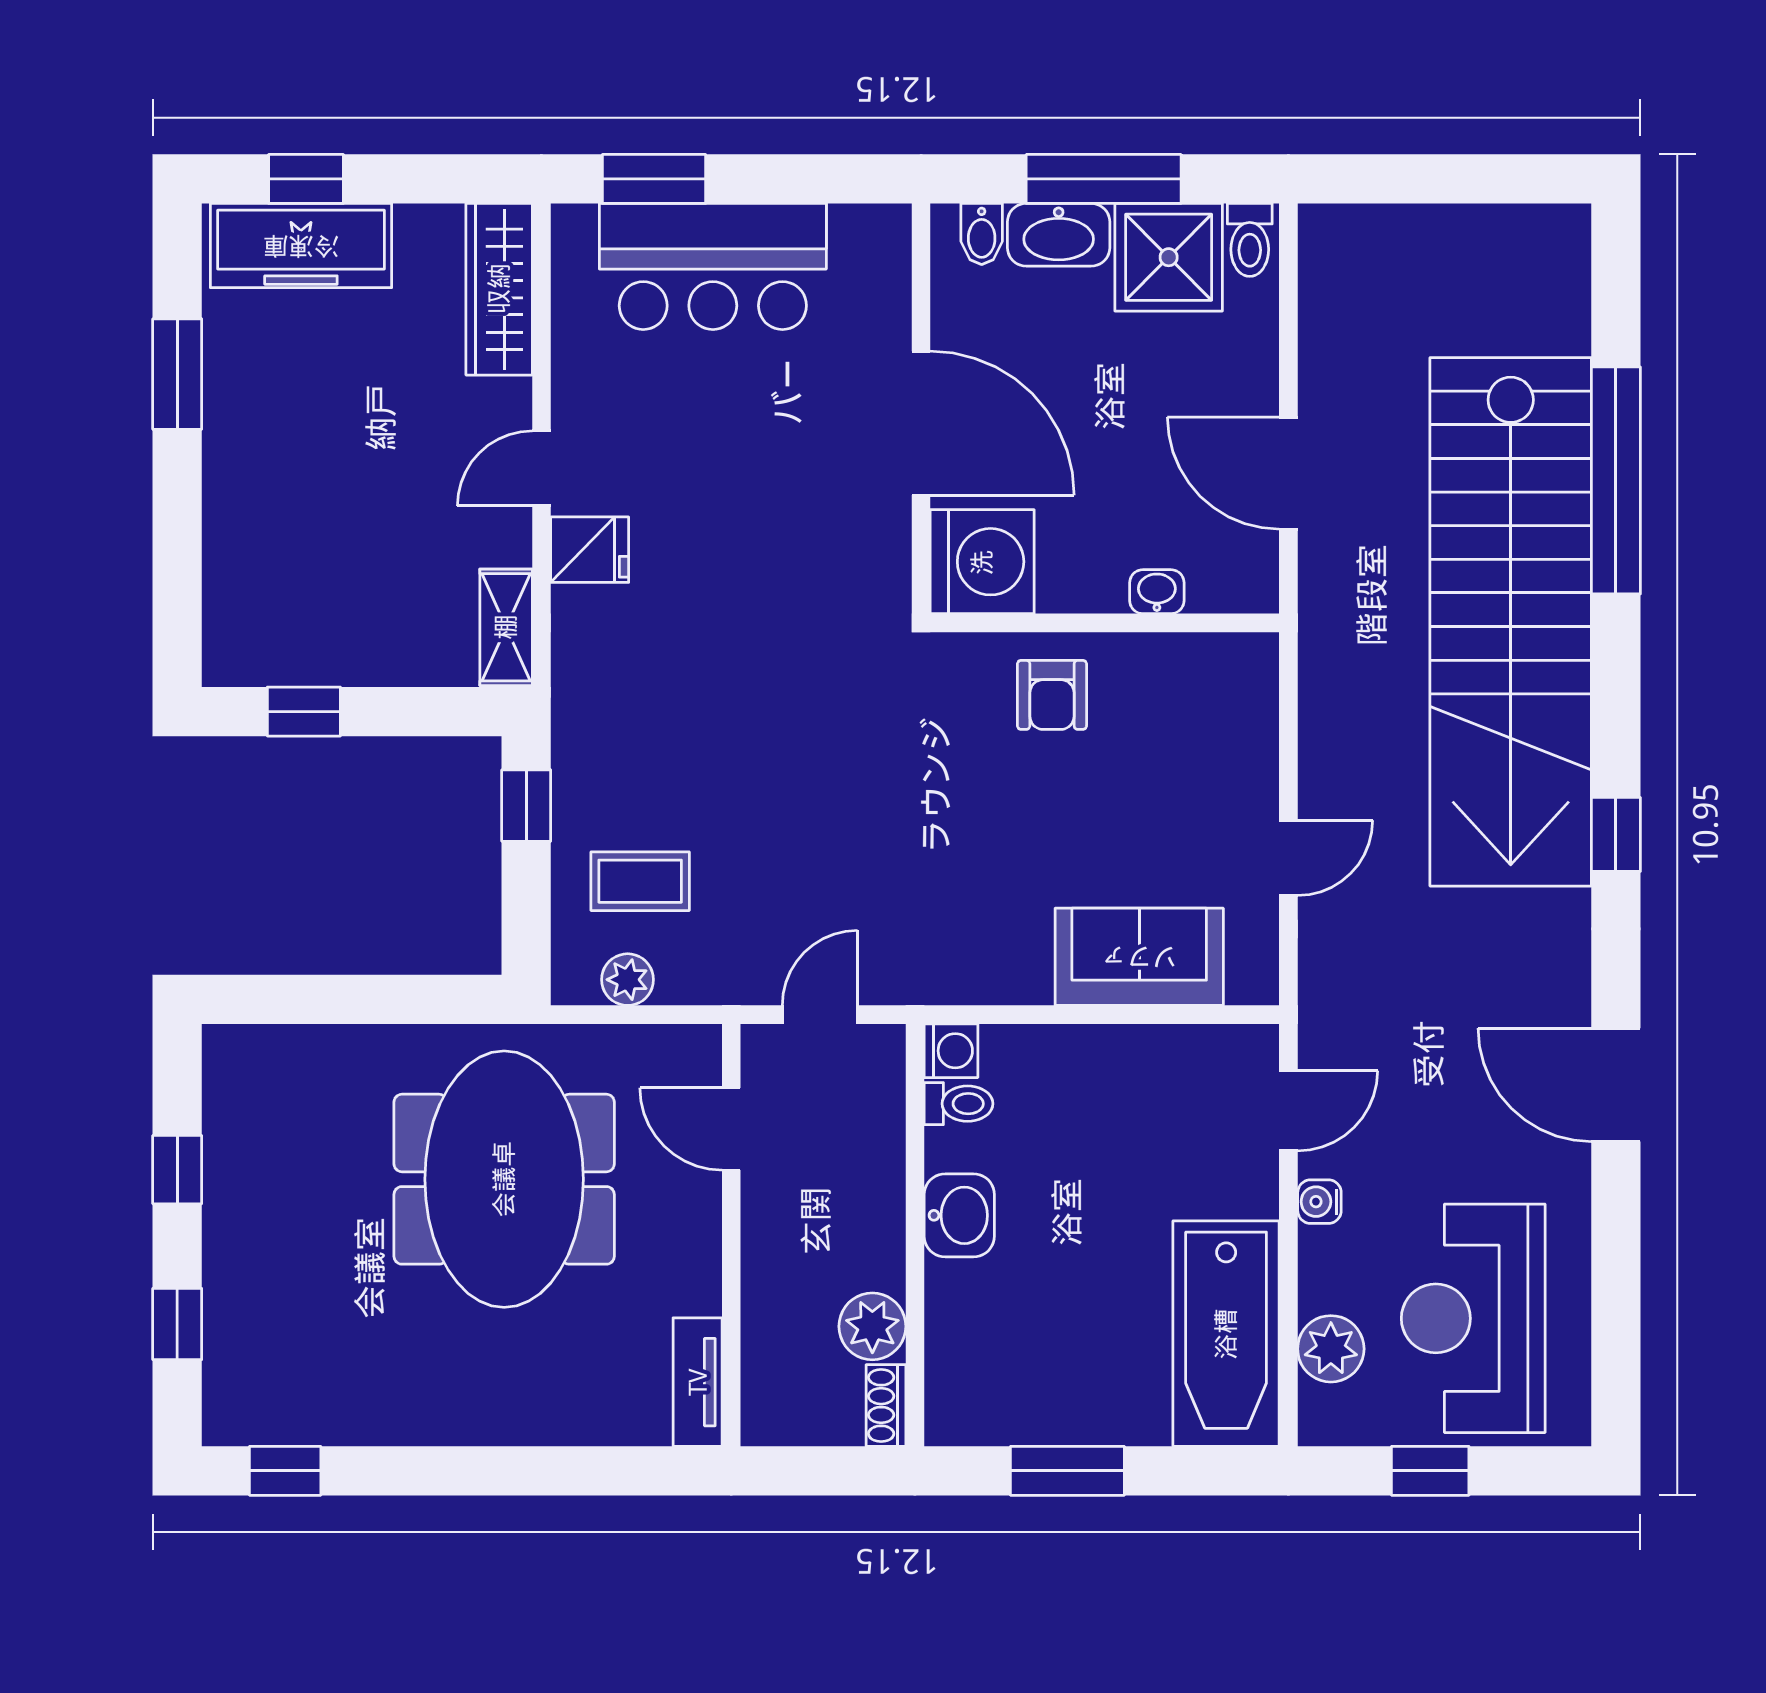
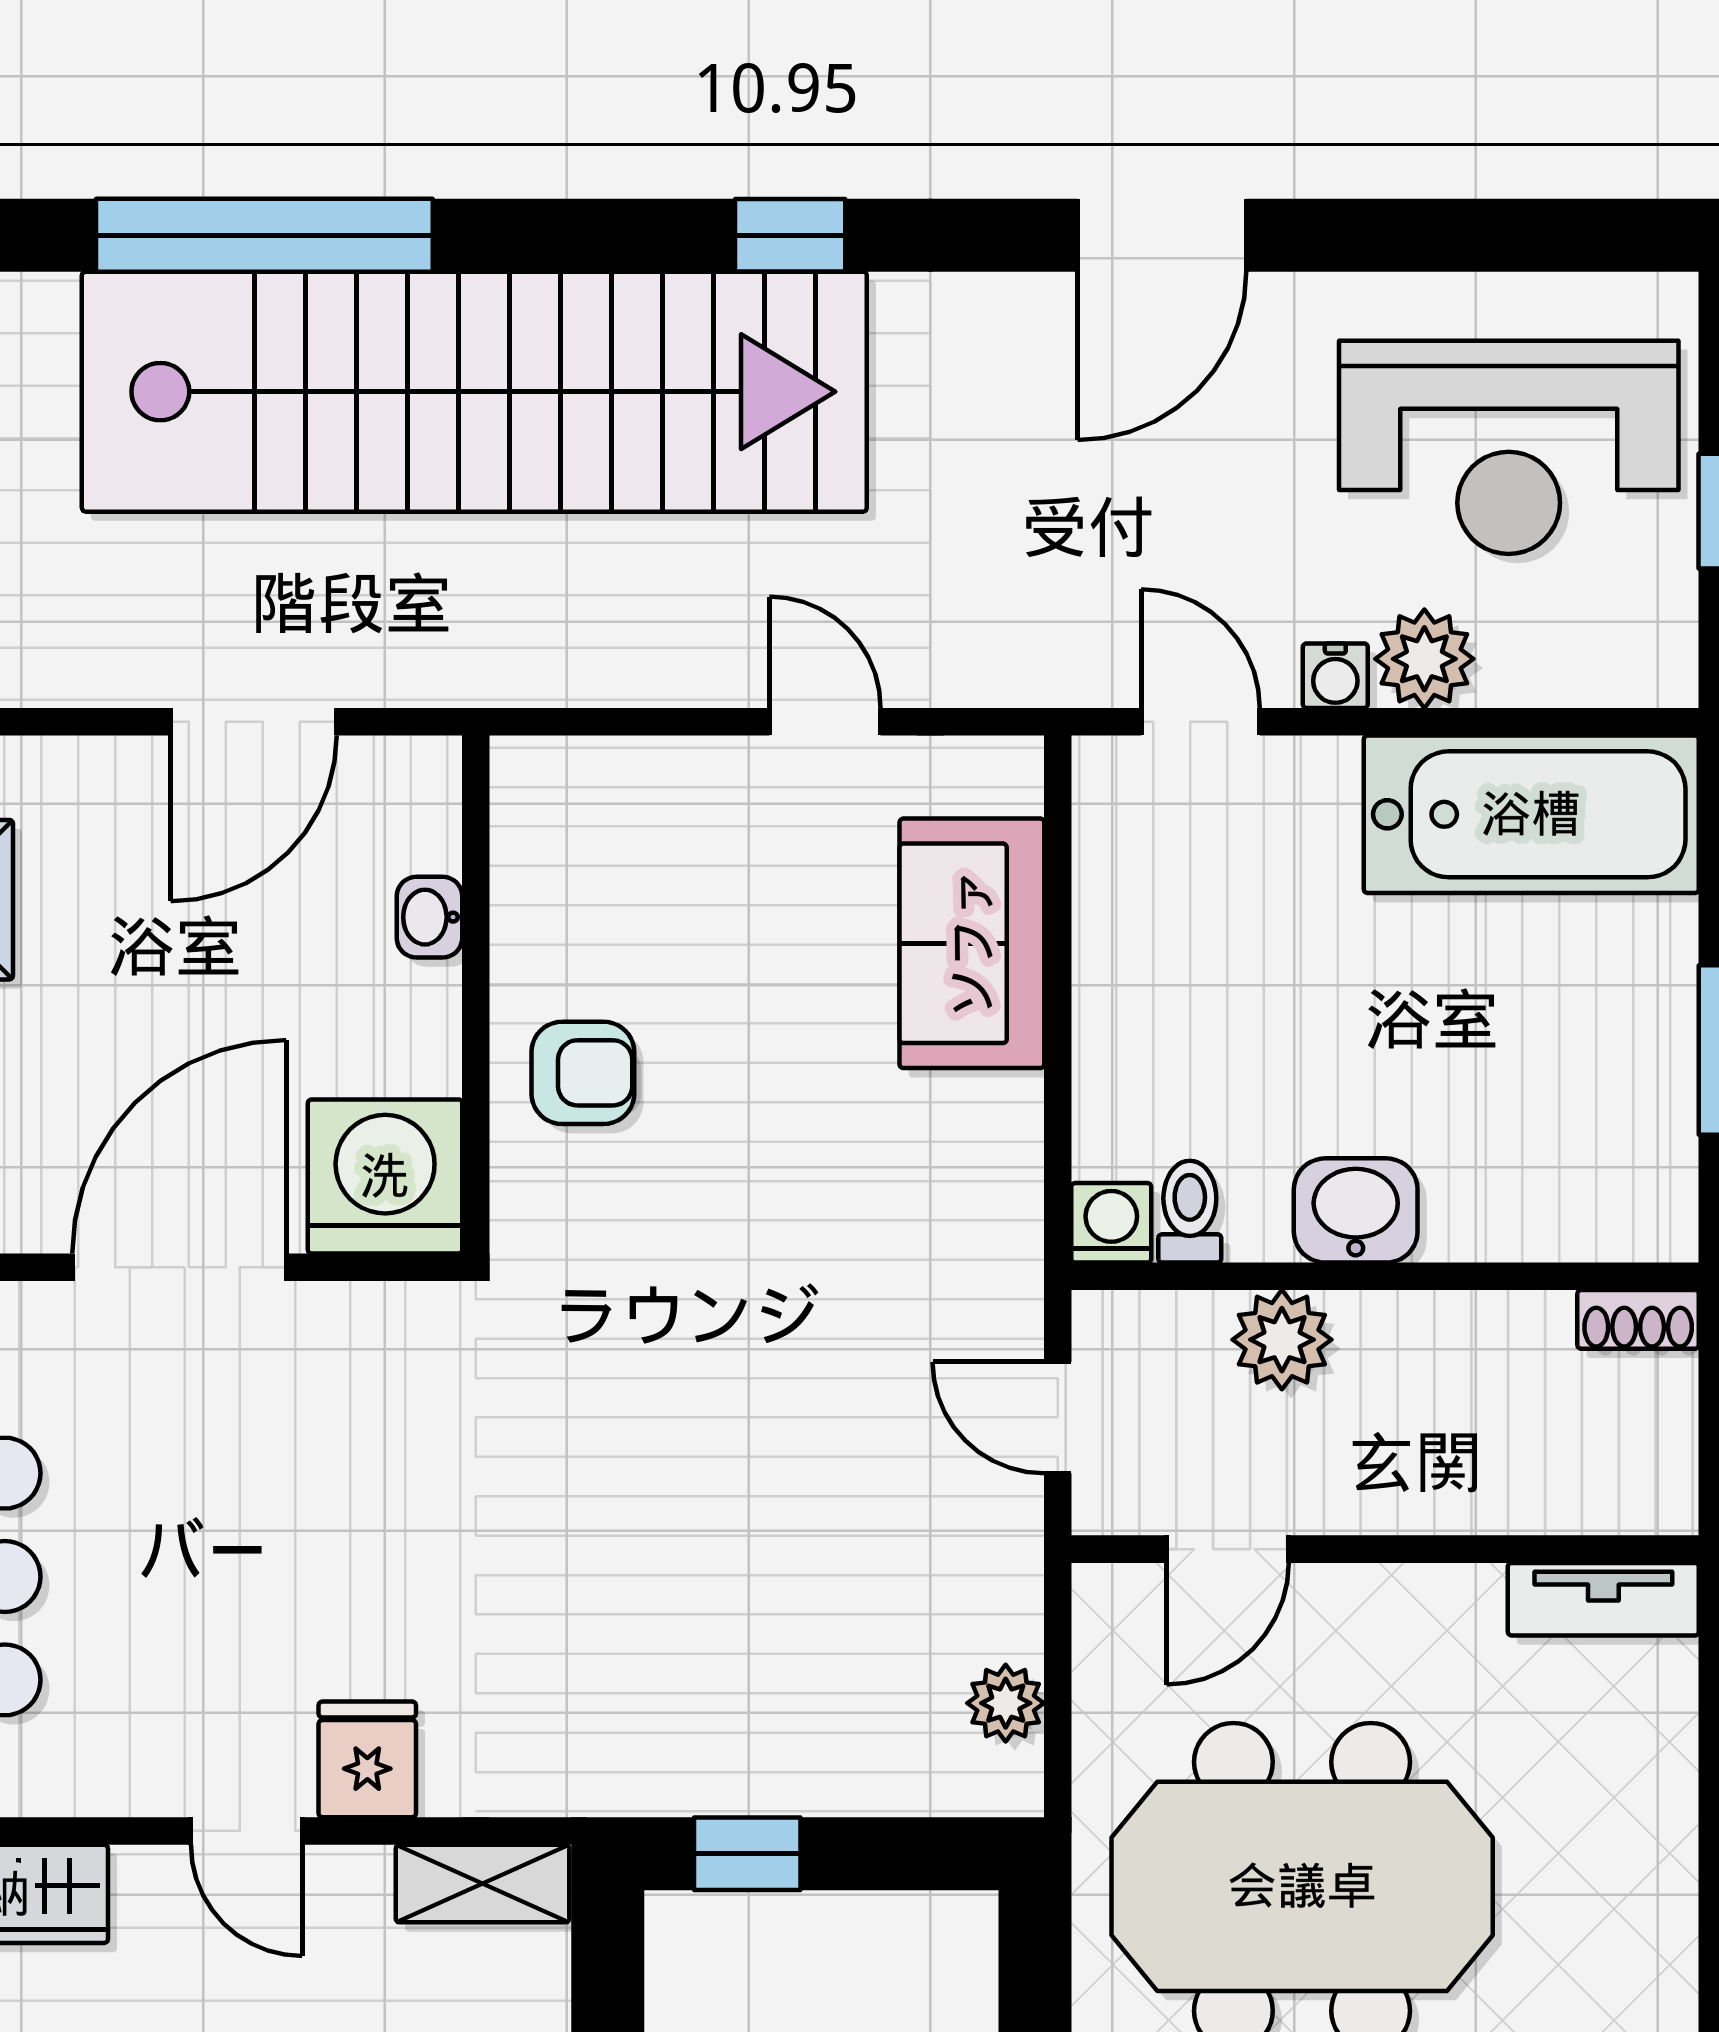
coffee table: (640, 881) -> (859, 1684), removed
plant: (872, 1326) -> (1282, 1340), moved
plant: (1331, 1349) -> (1424, 659), moved

